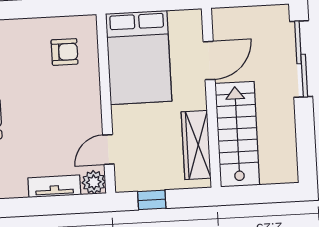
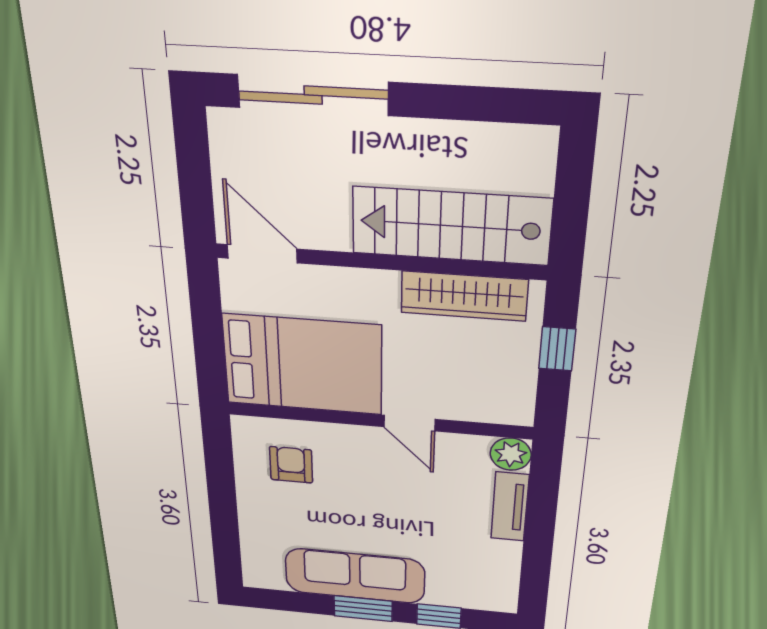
door: (209, 61) -> (262, 254), moved
door: (108, 149) -> (409, 423), moved
window: (152, 200) -> (557, 349), moved

